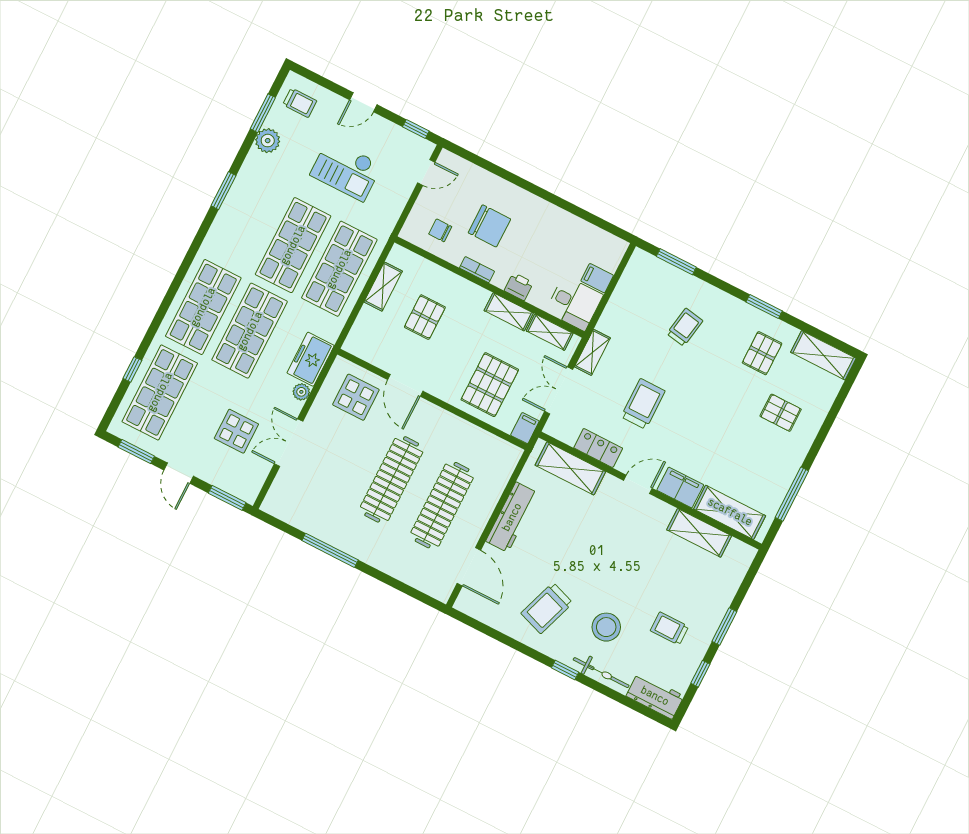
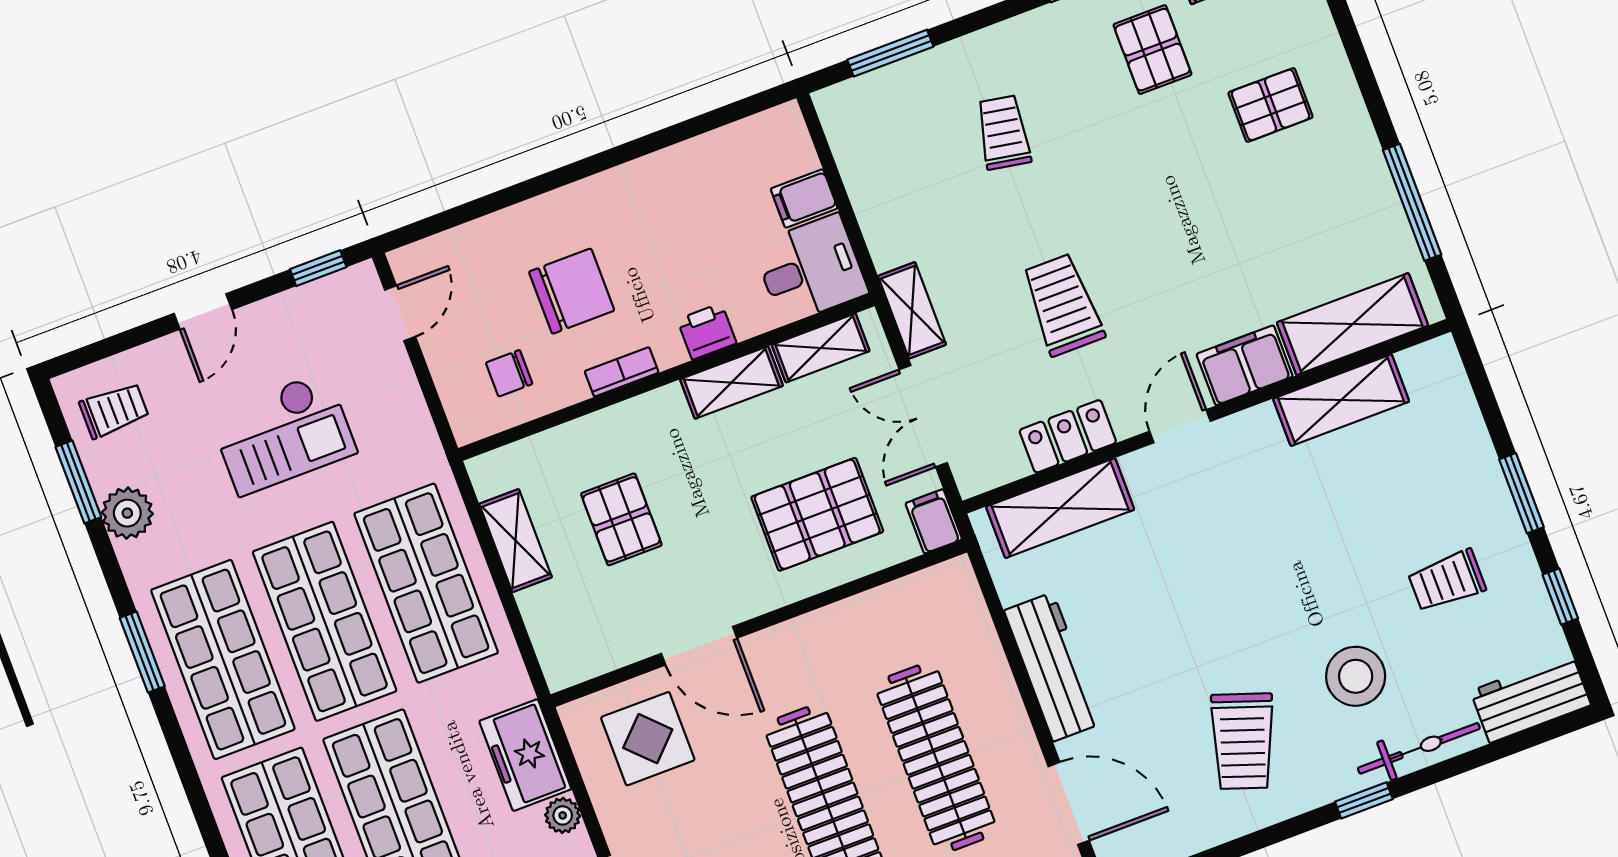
shop shelf: (247, 222) -> (223, 660), added
pallet: (490, 385) -> (817, 514), turned 90

